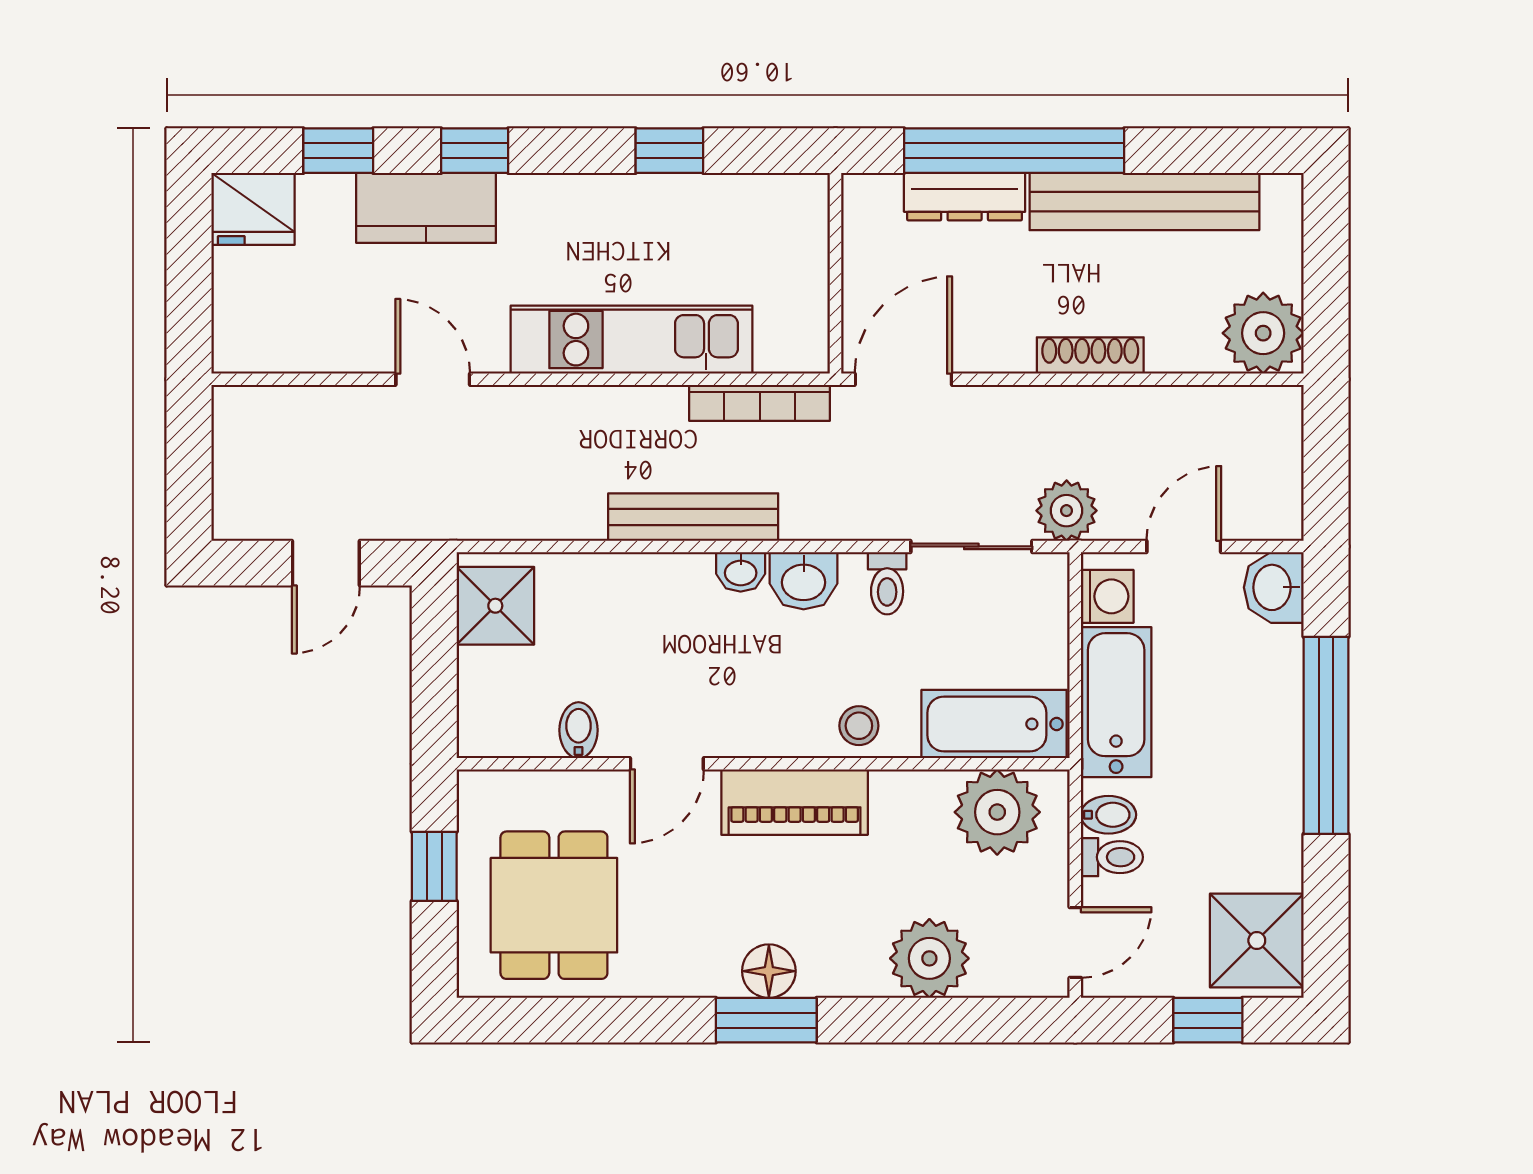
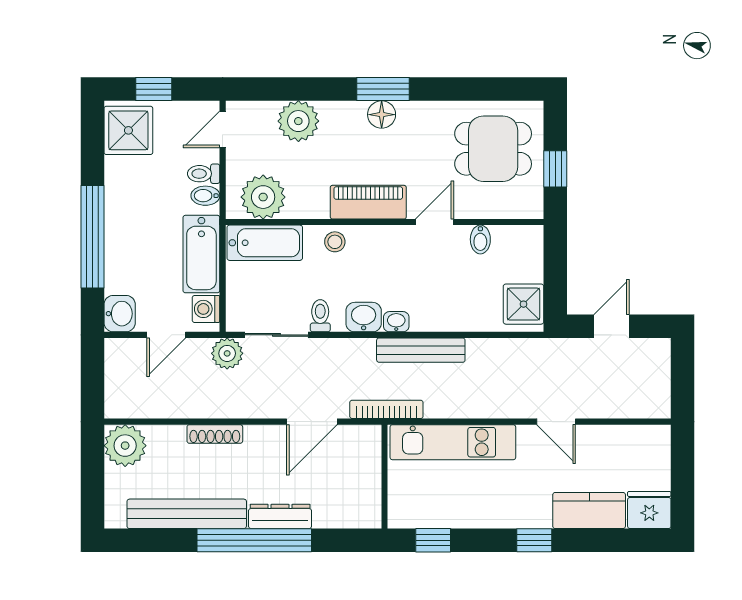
window: (338, 151) -> (605, 540), removed
kitchen counter: (426, 208) -> (589, 511), moved
wall: (836, 273) -> (385, 477), moved
dining table: (554, 905) -> (493, 149), turned 90

